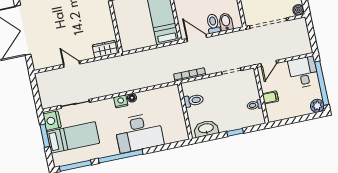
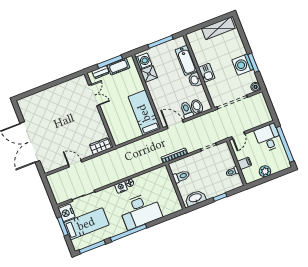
plant: (317, 106) -> (265, 171), moved

